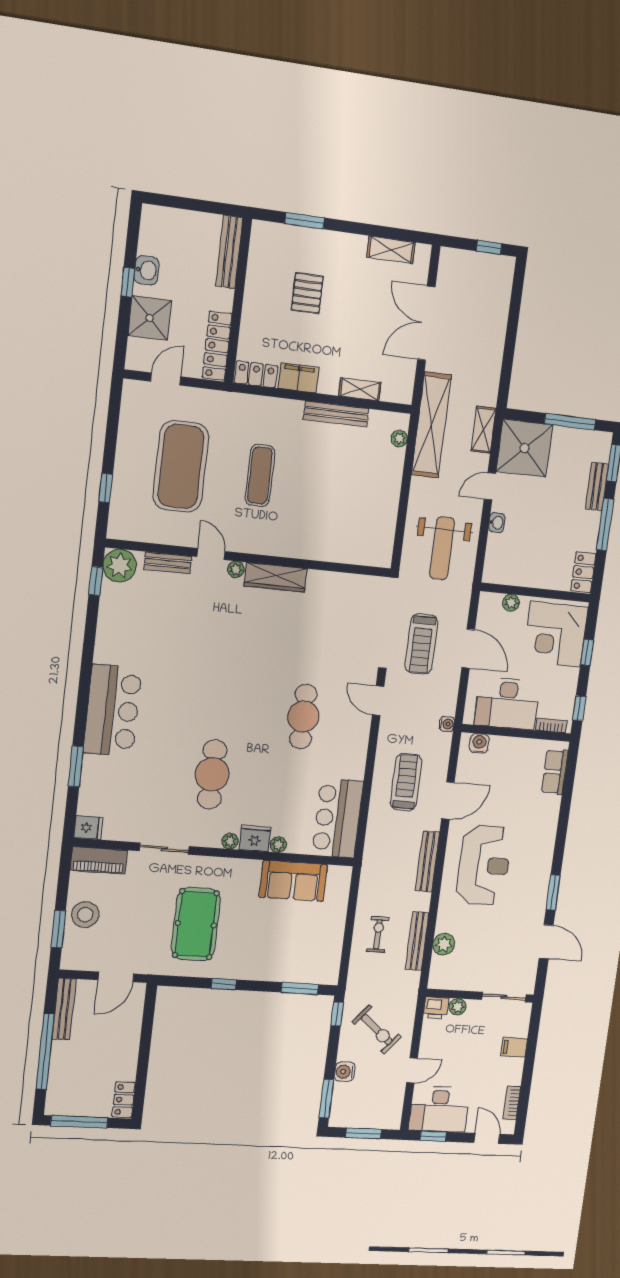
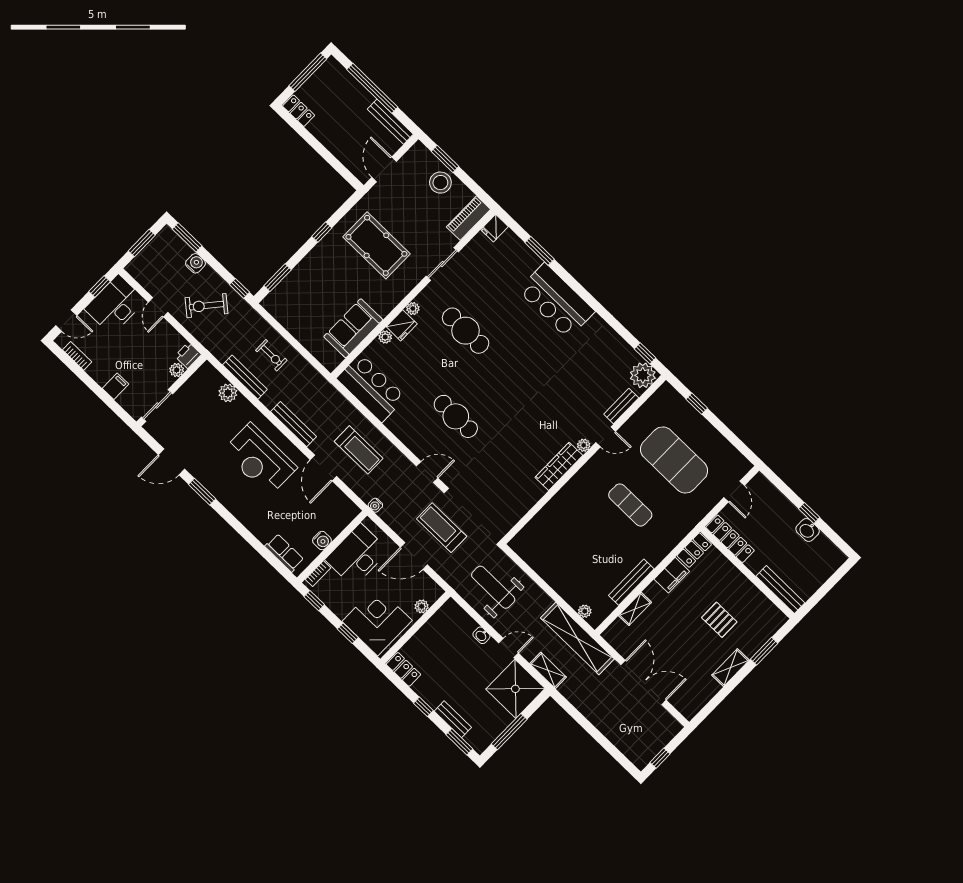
shelving: (391, 250) -> (730, 668), moved
shower: (150, 318) -> (778, 510), removed
door: (490, 486) -> (508, 648), hinge flipped
window: (605, 525) -> (423, 707), width x0.46
water cooler: (479, 743) -> (322, 541), moved

